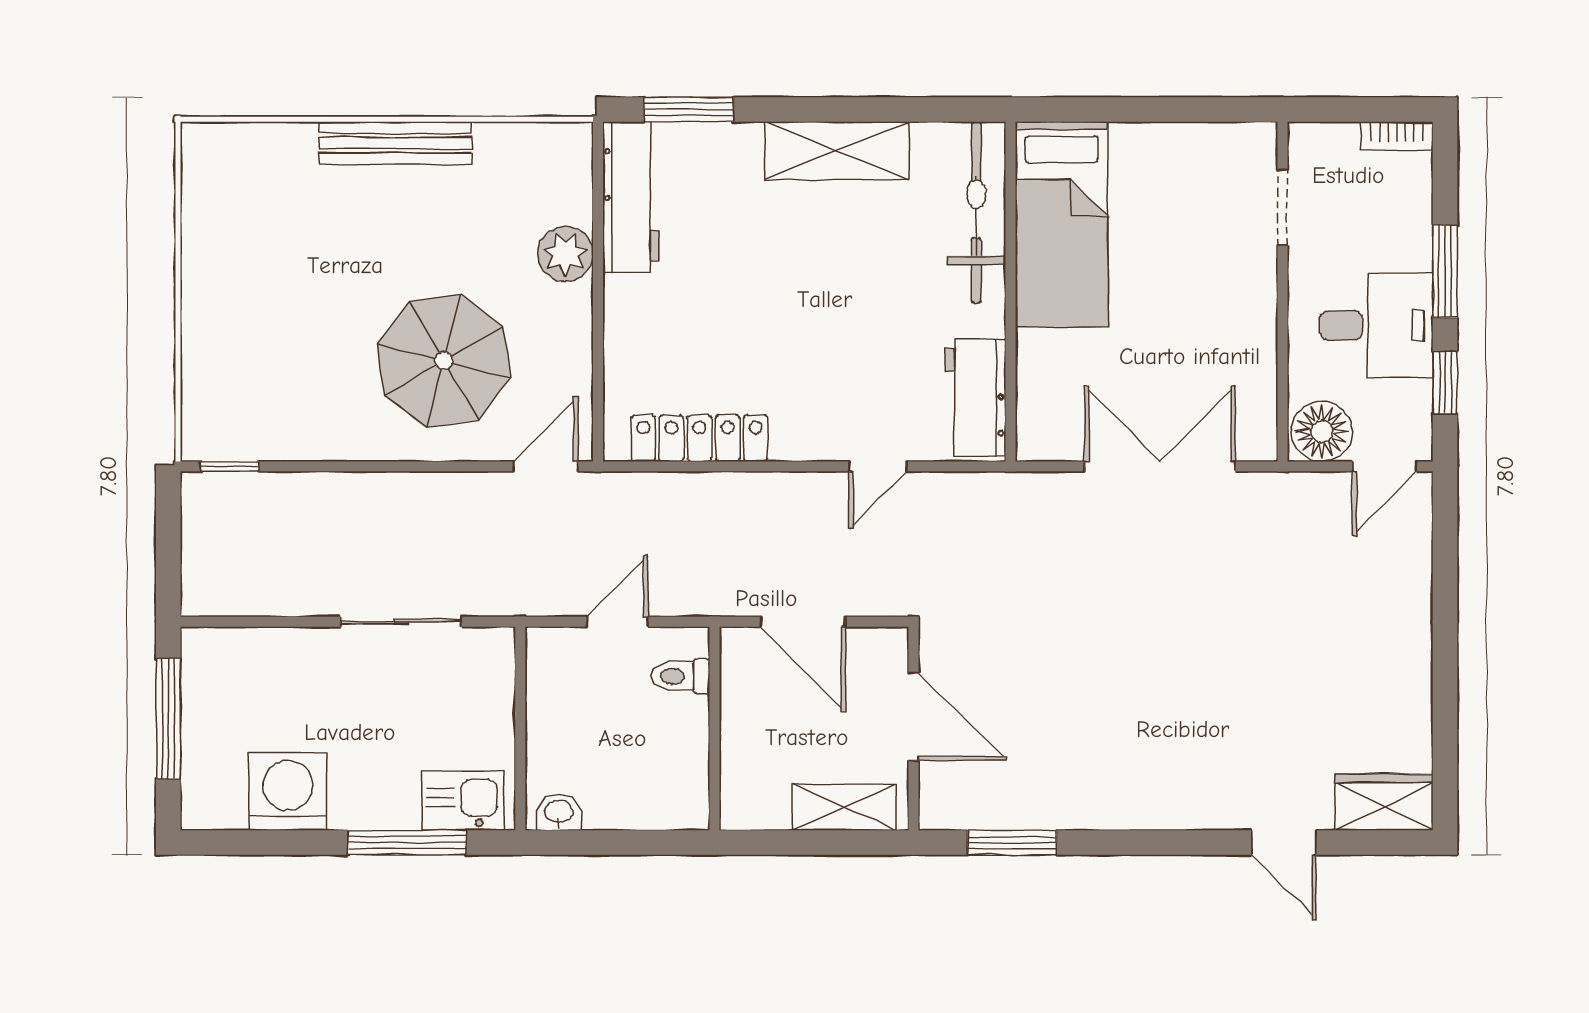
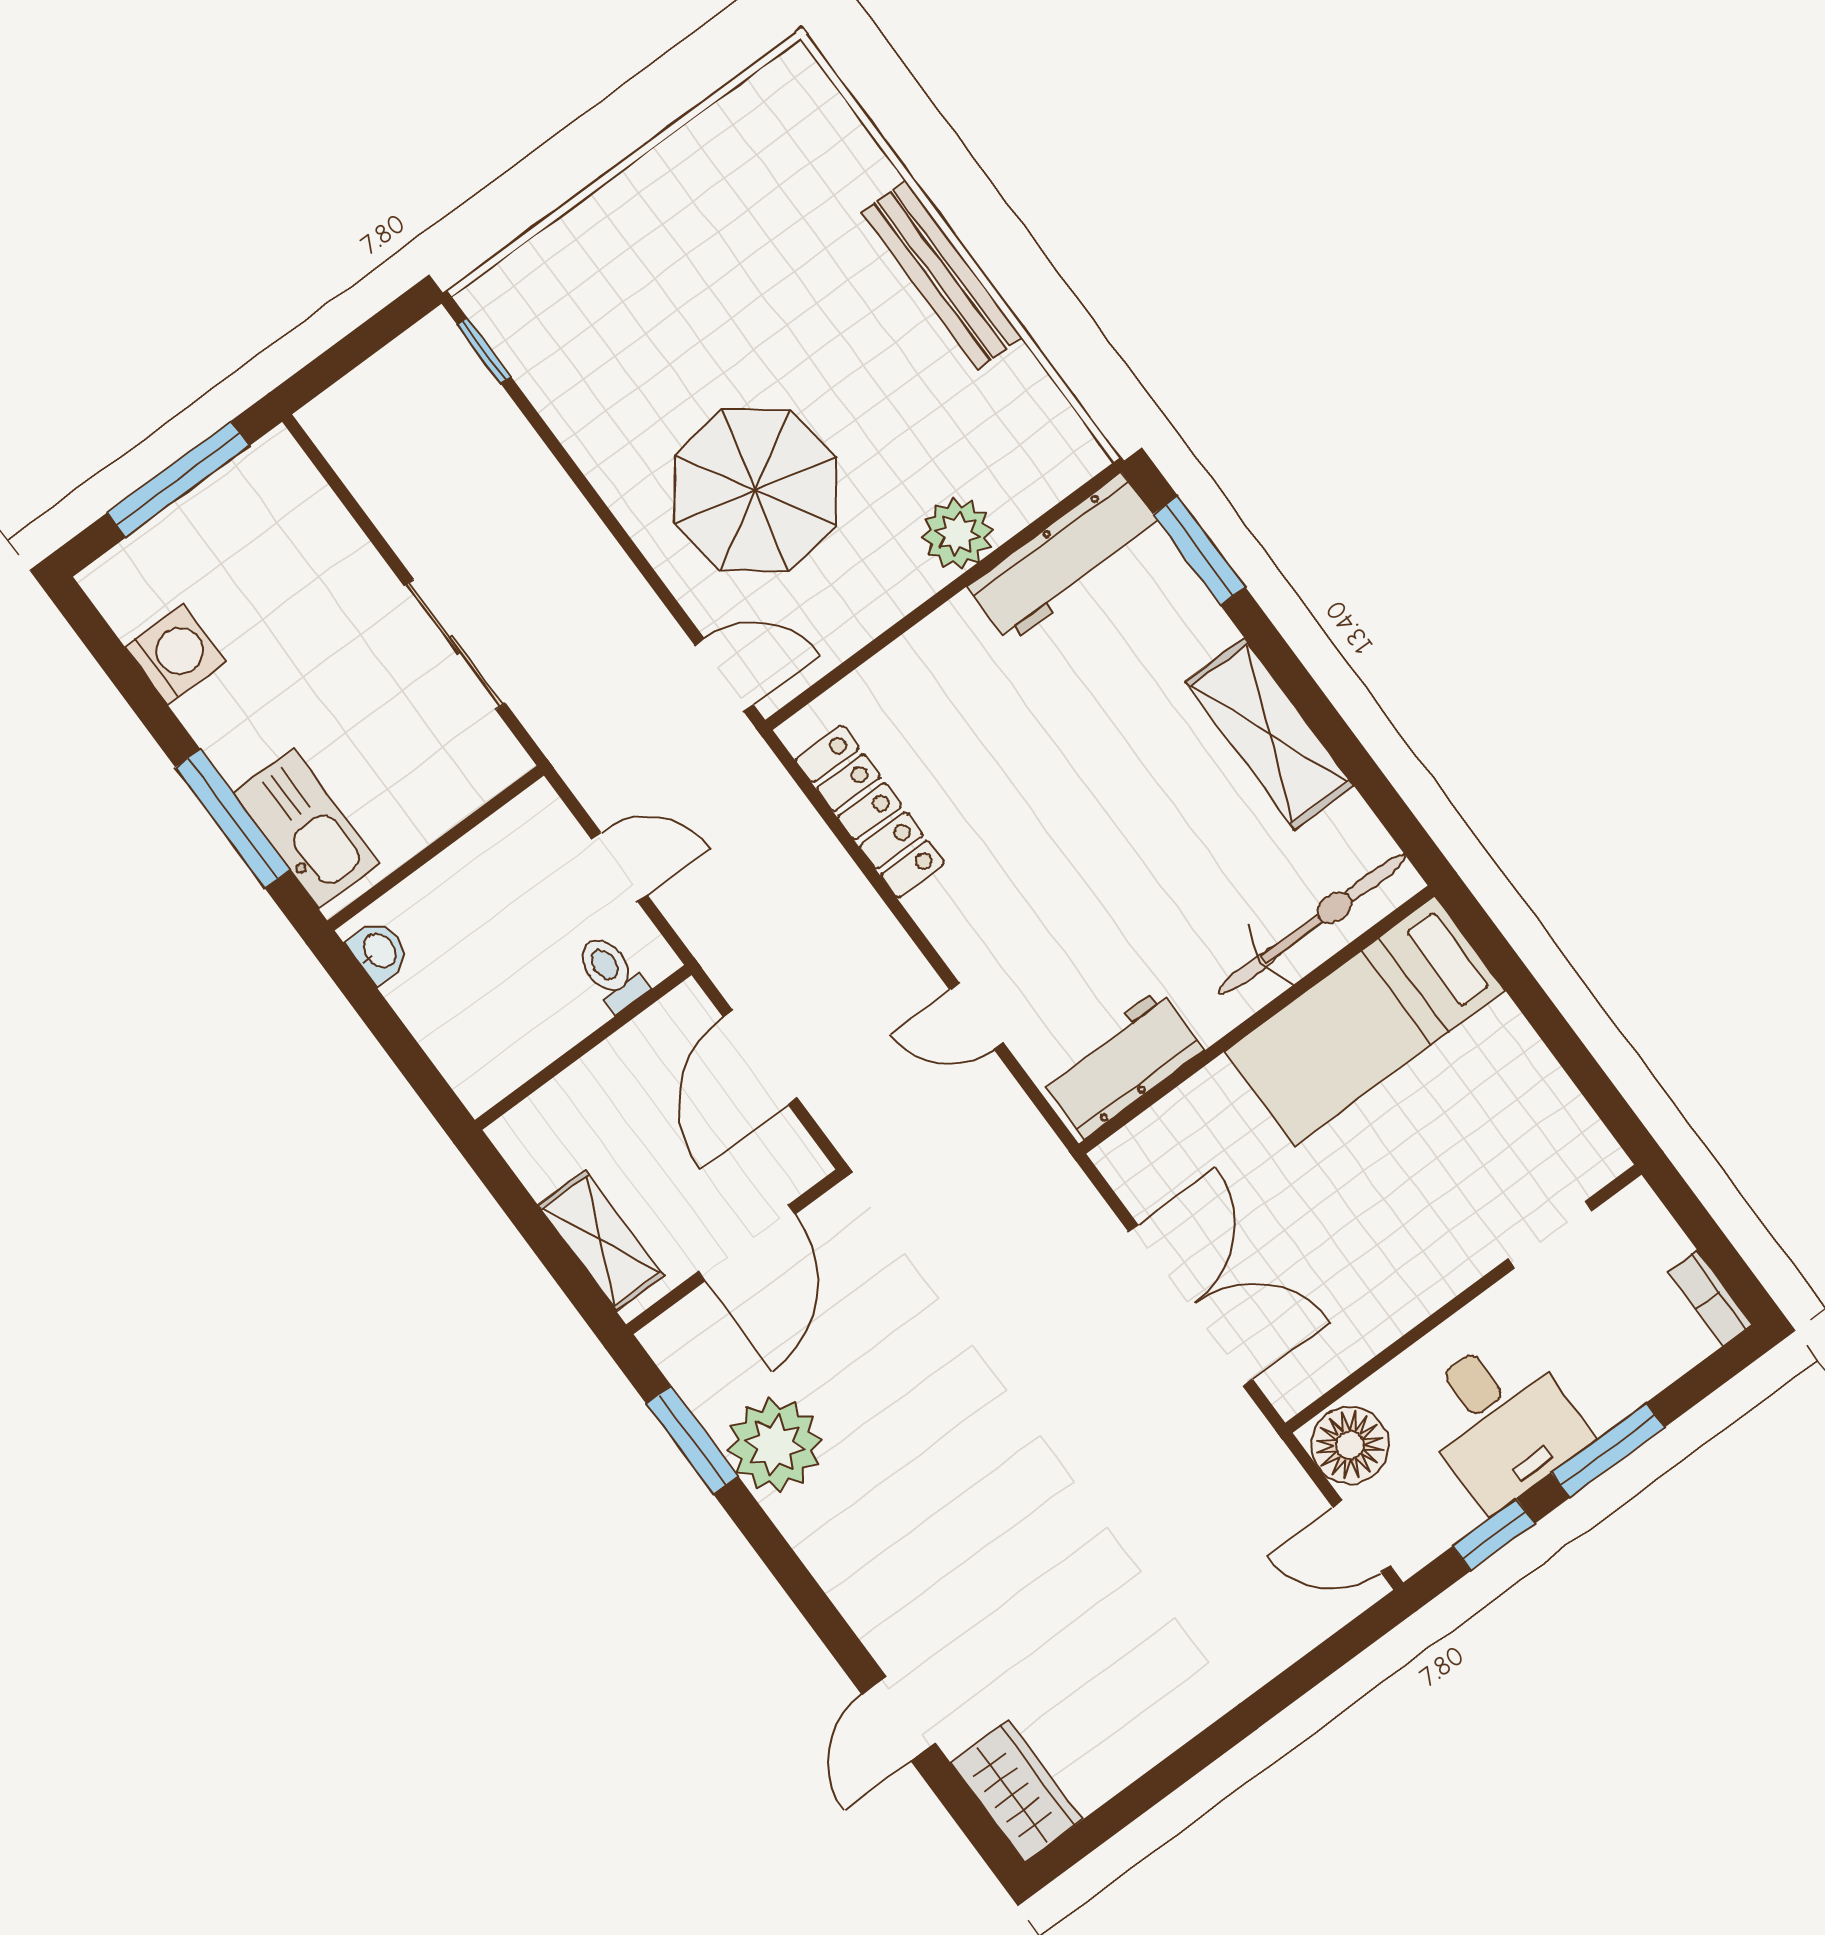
washing machine: (288, 792) -> (175, 654), width x0.73, depth x0.73
plant: (1054, 793) -> (775, 1445), added
kitchen sink: (463, 801) -> (306, 828), width x1.38

